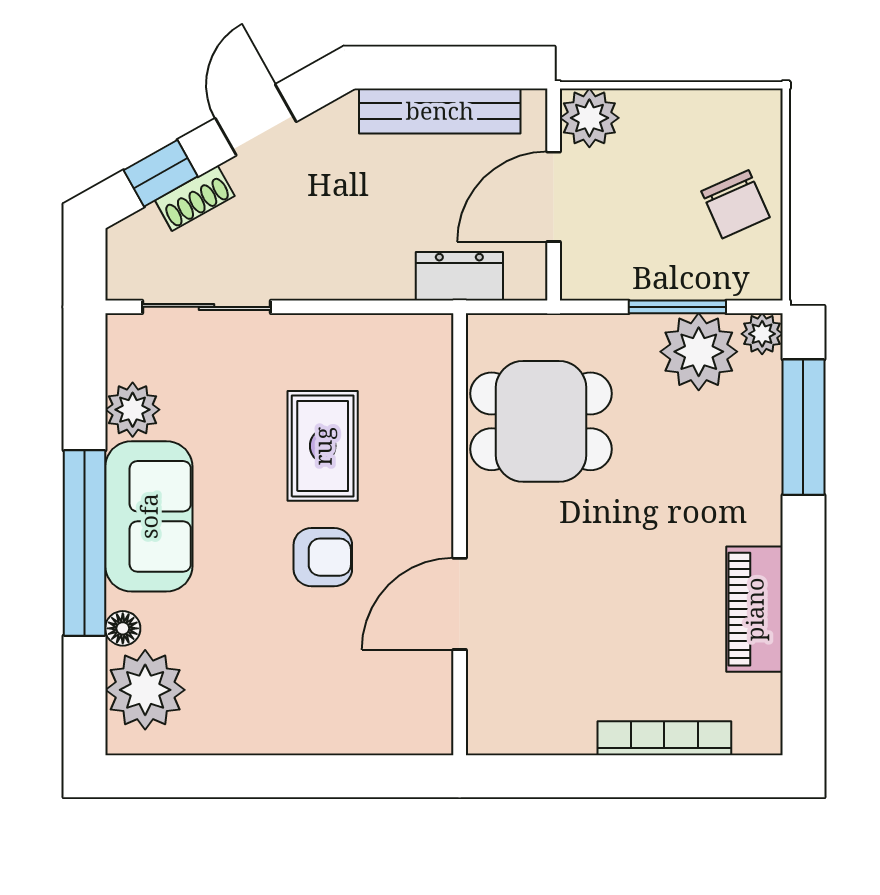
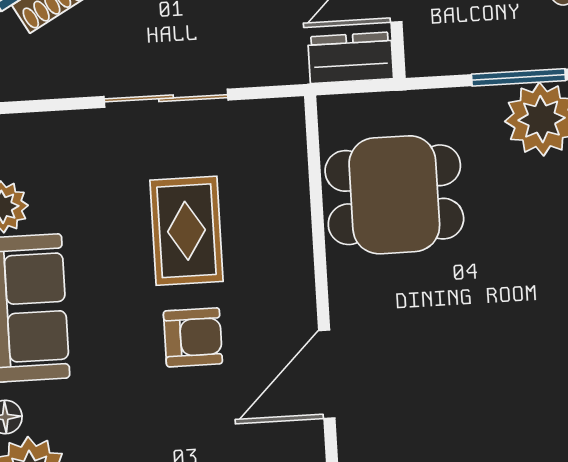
dresser: (459, 276) -> (351, 58), moved
sliding door: (207, 307) -> (166, 98), moved

